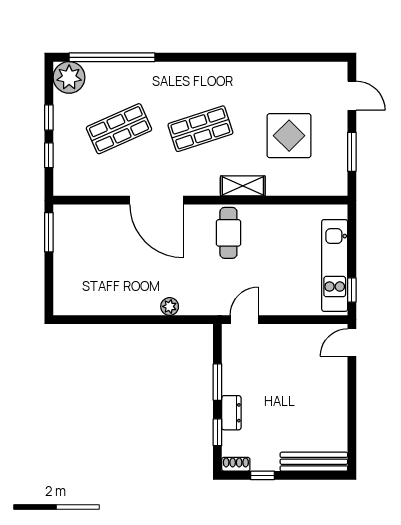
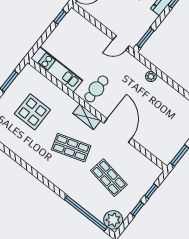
shop shelf: (119, 129) -> (109, 178), turned 33
shelving: (243, 186) -> (87, 117), moved
kitchen unit: (335, 265) -> (57, 69), moved, turned -90
window: (217, 382) -> (145, 38), moved

